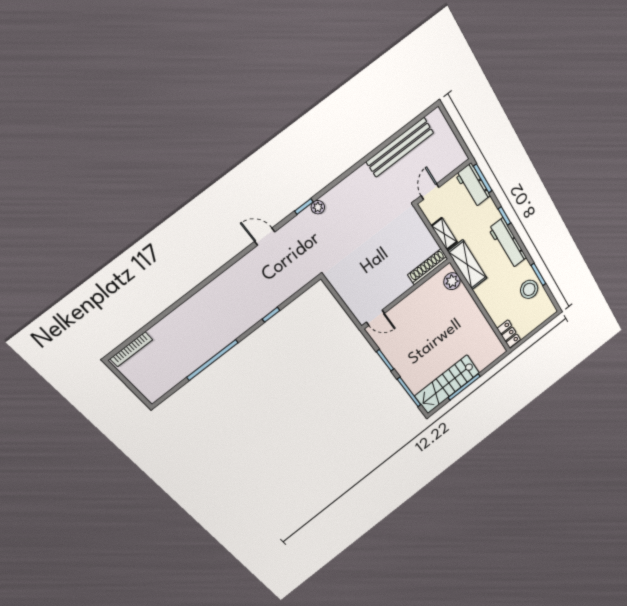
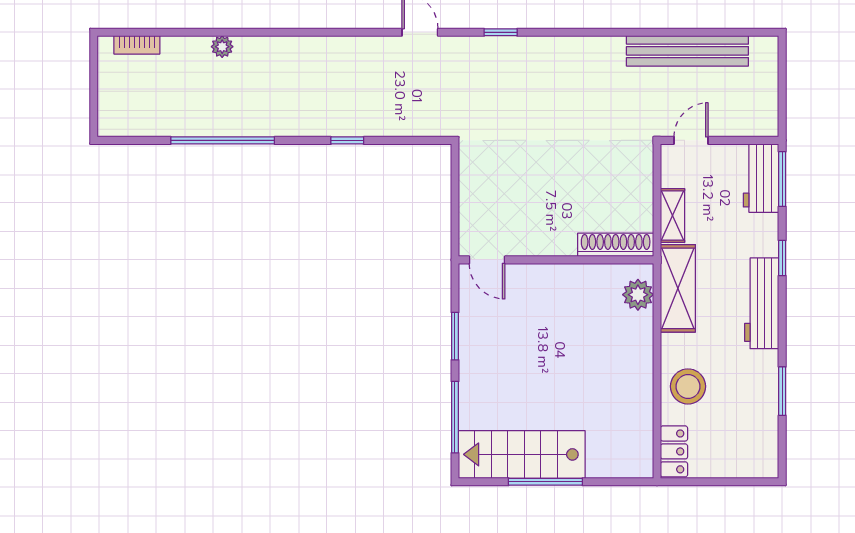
plant: (318, 207) -> (222, 47), moved
stool: (529, 289) -> (688, 386), moved
bookcase: (131, 349) -> (137, 45), width x0.64

